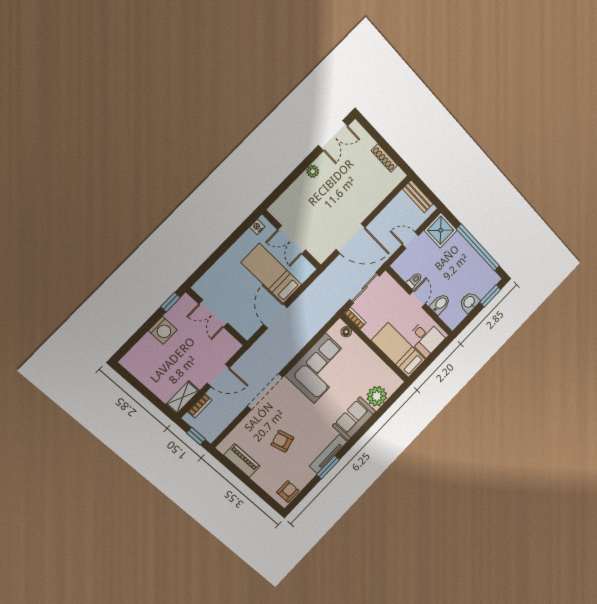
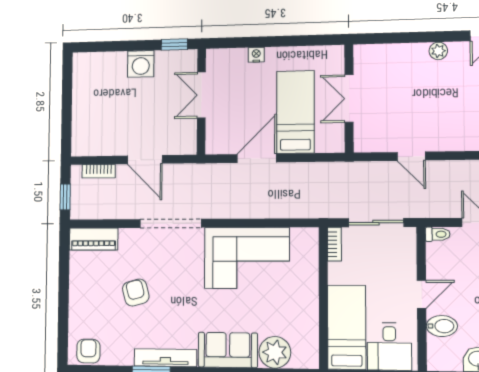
nightstand: (257, 227) -> (256, 55), moved
door: (350, 238) -> (411, 156), width x0.53
toilet: (414, 280) -> (438, 234), moved
floor lamp: (346, 332) -> (311, 249), removed
shelving: (183, 397) -> (92, 146), removed
piano: (242, 461) -> (94, 239), moved, turned 90
armchair: (288, 492) -> (88, 351), turned -90

